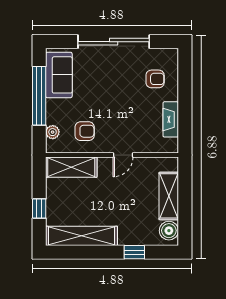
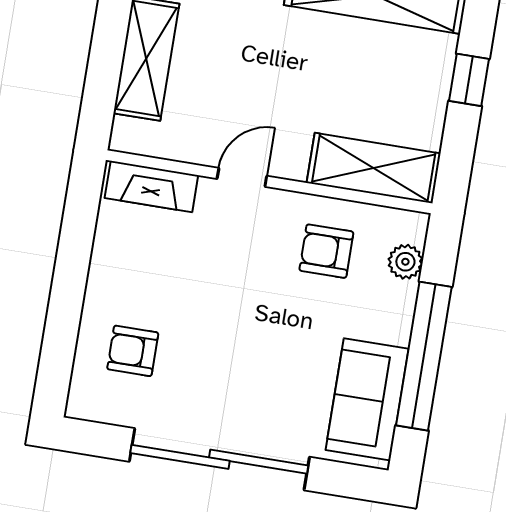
fireplace: (171, 119) -> (151, 187), moved, turned 90

